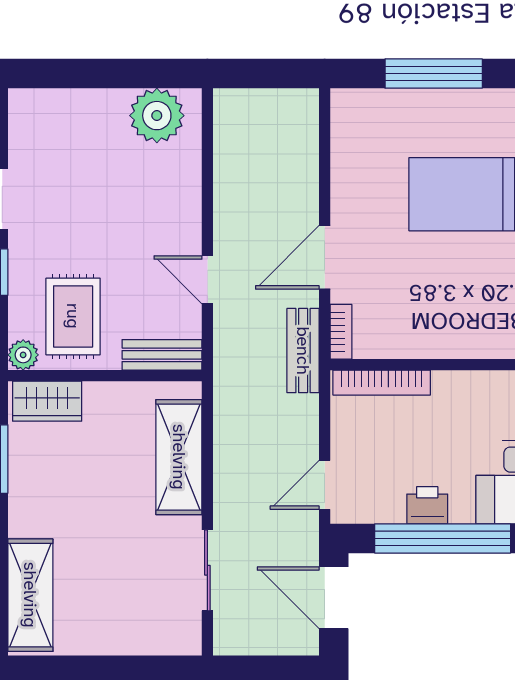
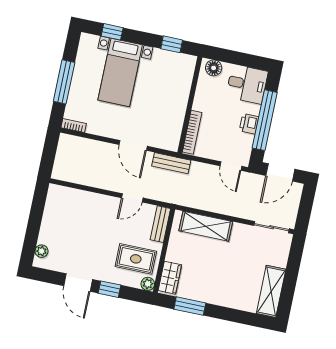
plant: (157, 116) -> (42, 251), moved, width x0.53, depth x0.53
bookcase: (341, 332) -> (74, 126), moved
sliding door: (207, 570) -> (272, 227), moved
shelving: (30, 595) -> (271, 291), moved, turned 90

